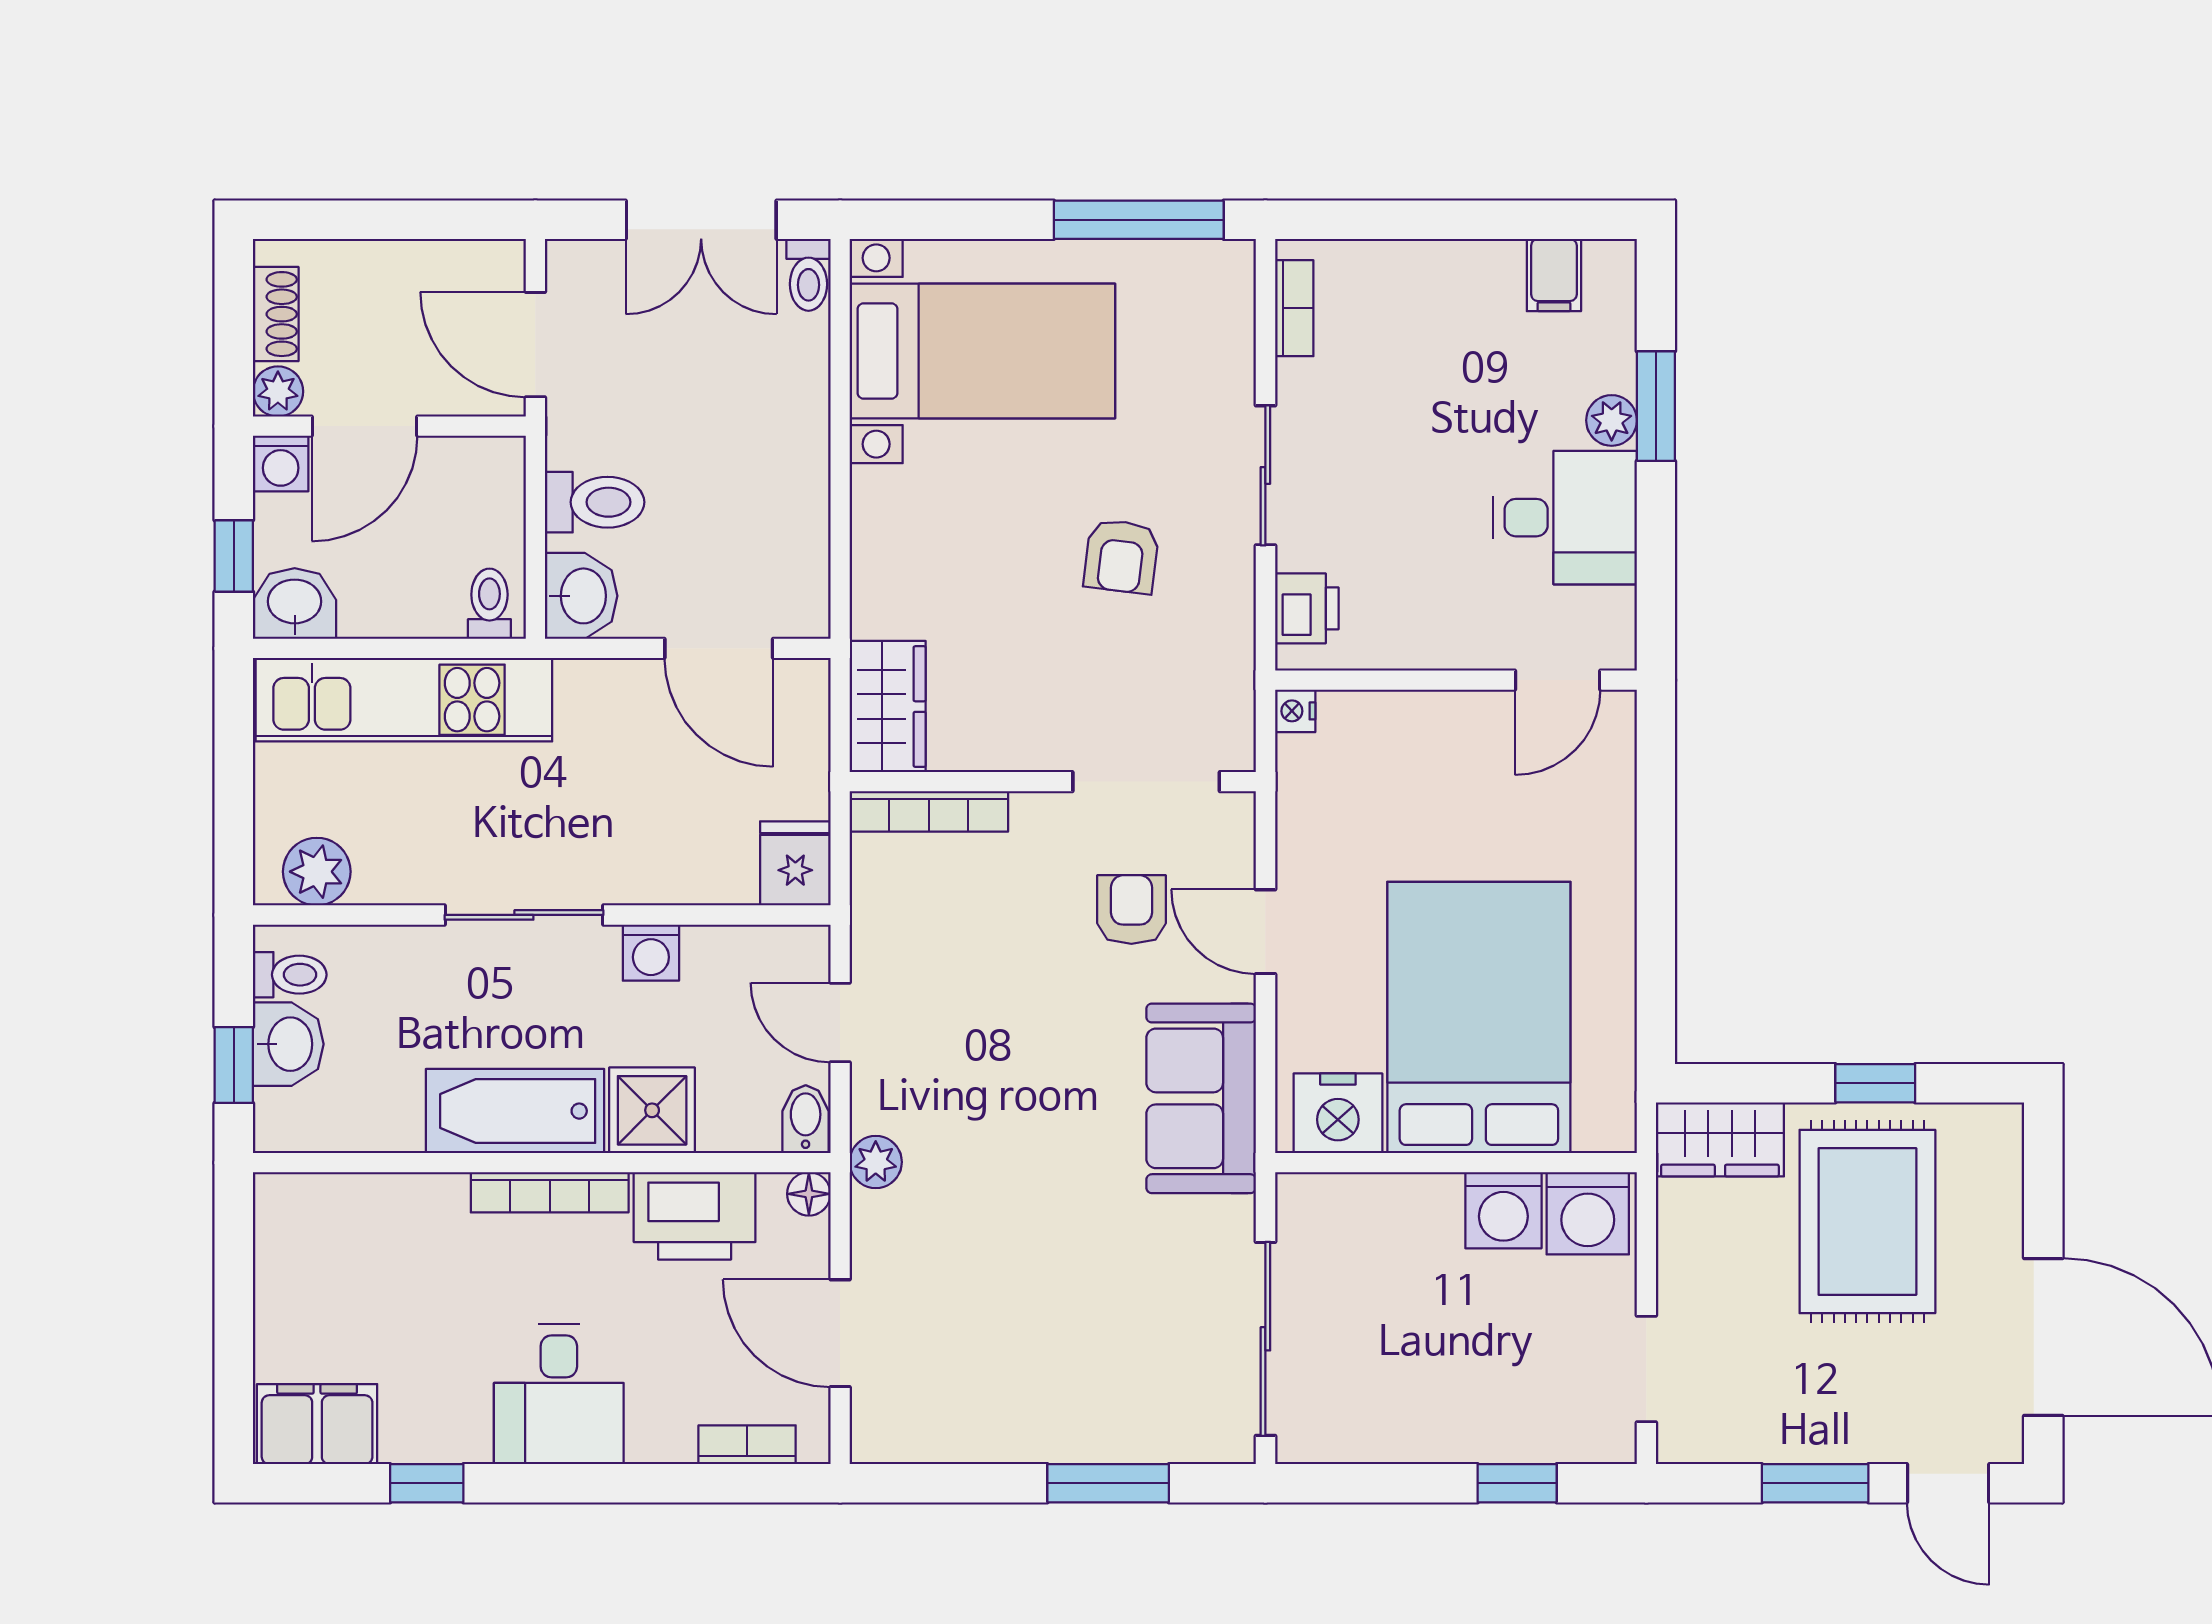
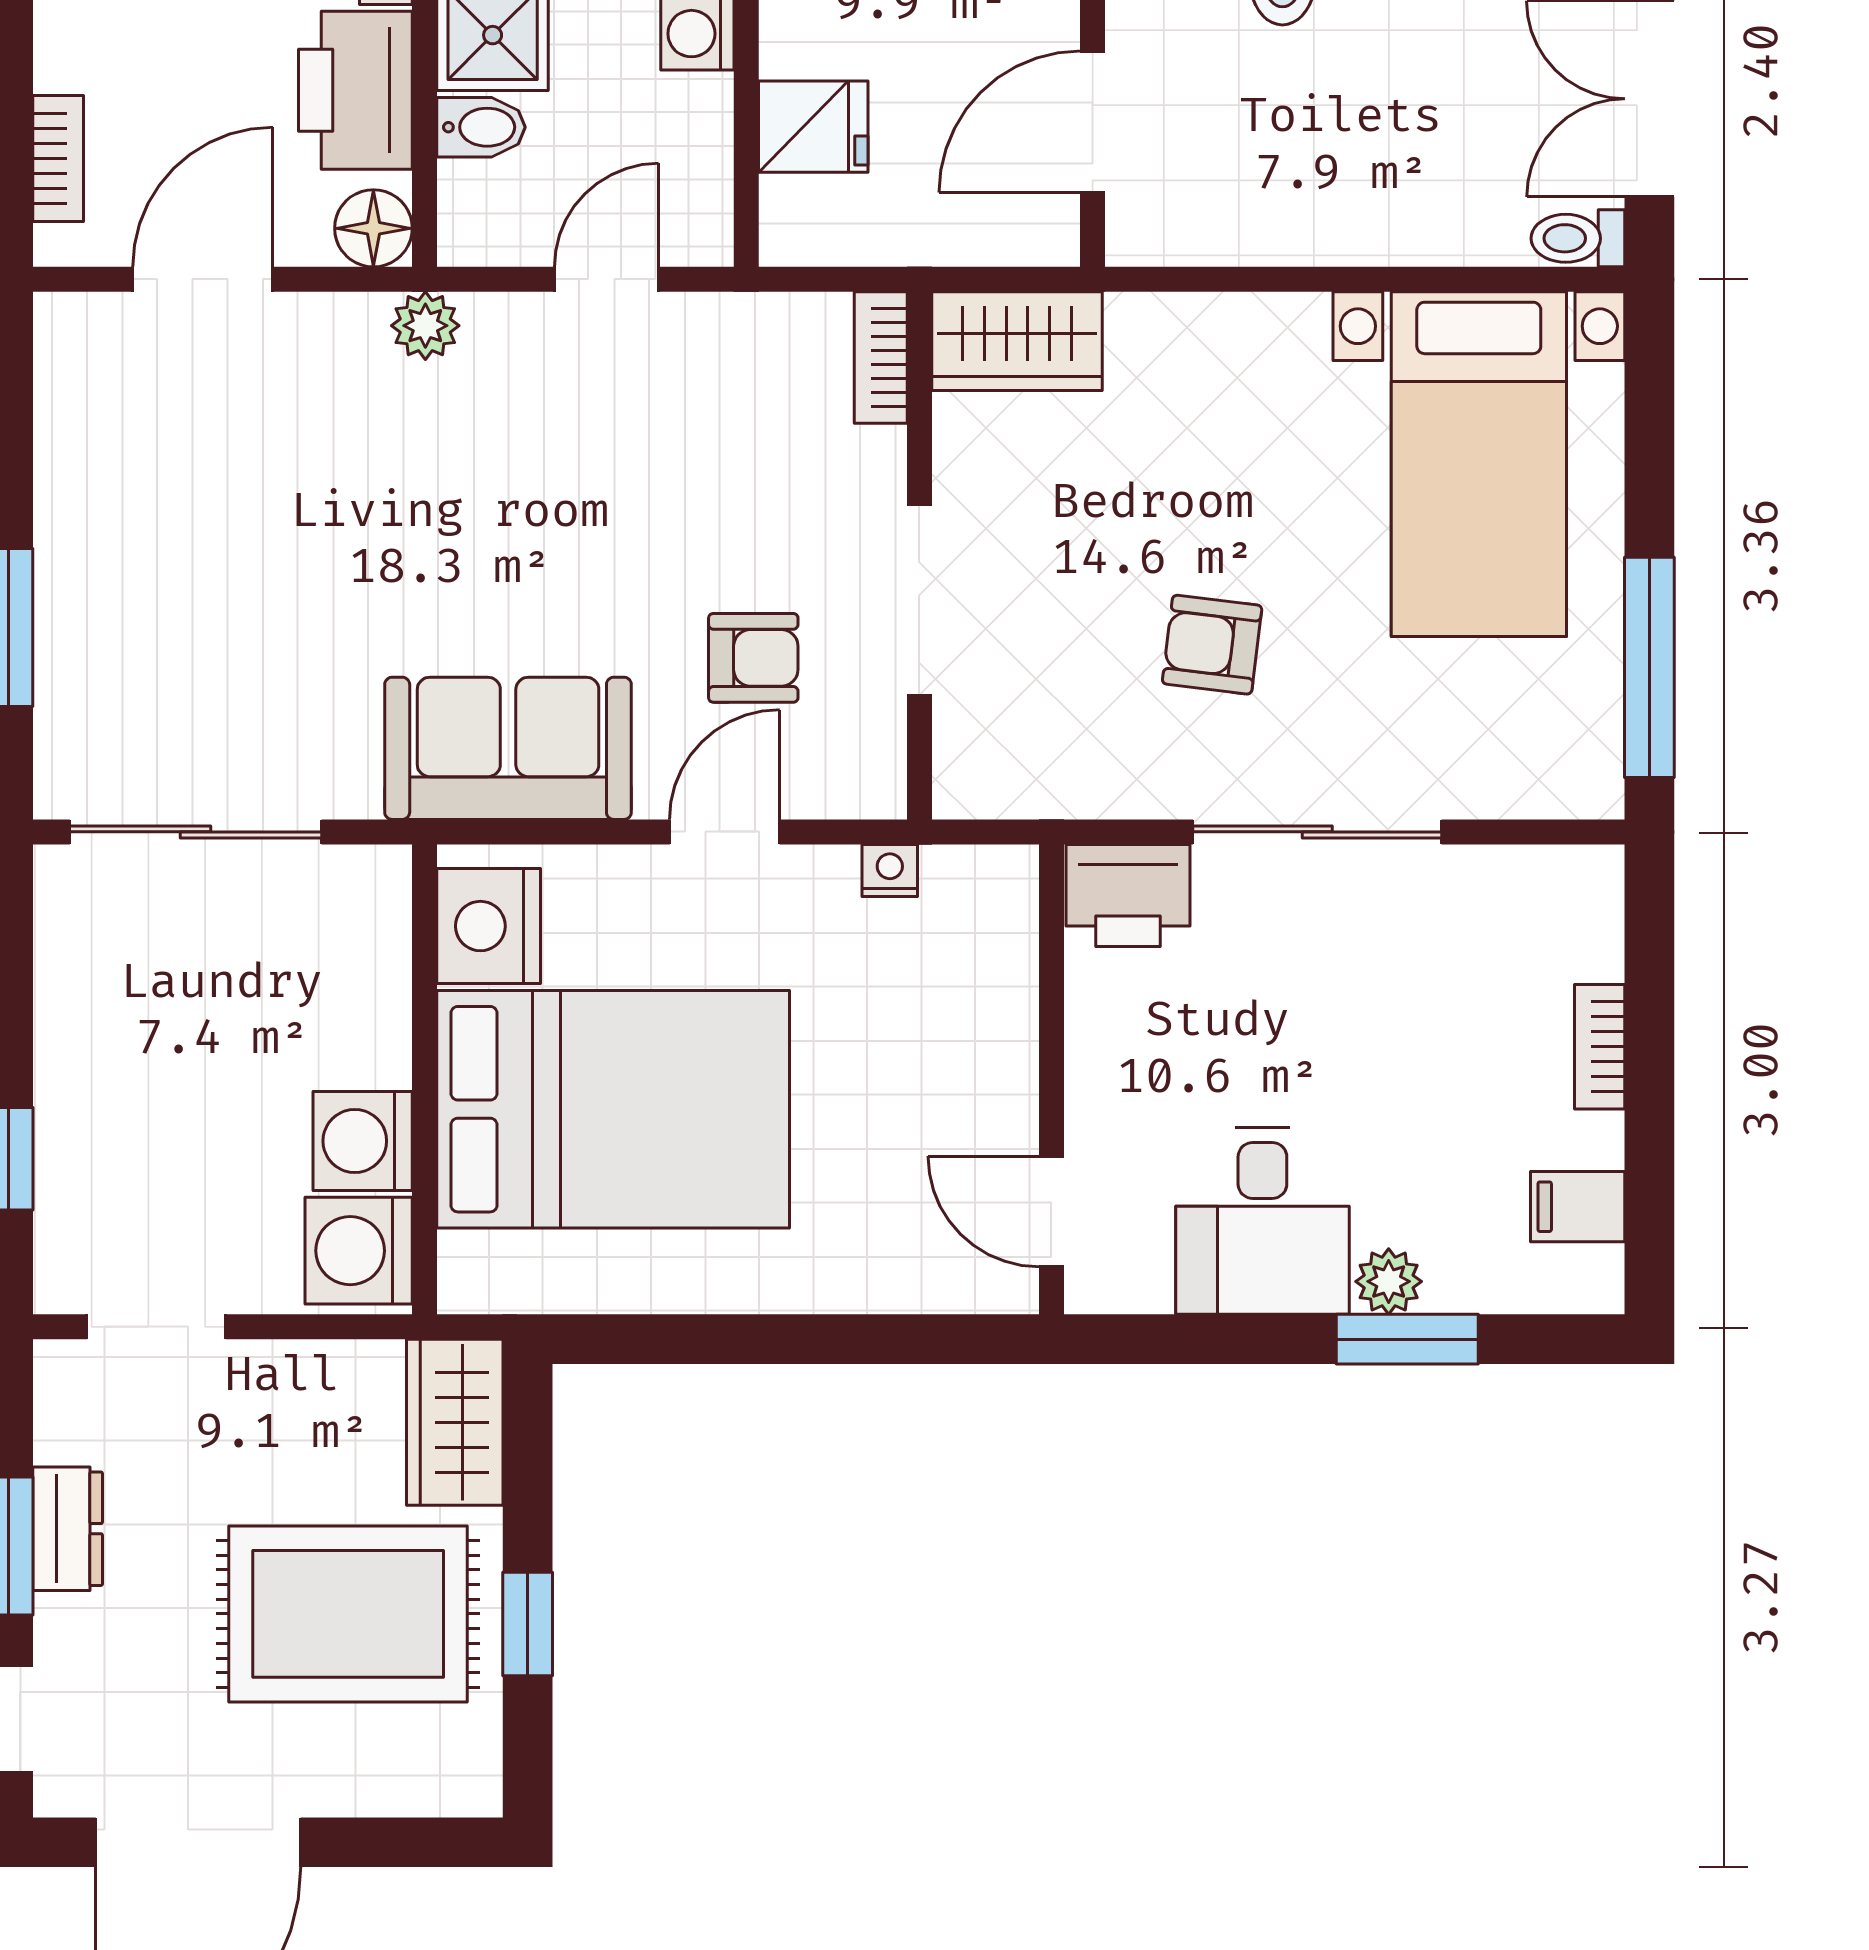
bookcase: (1294, 308) -> (1600, 1047), moved, turned 90
sliding door: (1265, 475) -> (1317, 832), width x1.37
printer: (1307, 608) -> (1128, 895), width x1.36, depth x1.24
nightstand: (1295, 711) -> (890, 870), moved
doorway: (1146, 782) -> (919, 600), moved
bookcase: (929, 811) -> (881, 358), width x0.64
fridge: (795, 863) -> (813, 127), moved
bidet: (806, 1119) -> (481, 127), moved
floor lamp: (809, 1194) -> (373, 228), width x1.37, depth x1.37
dresser: (1802, 1437) -> (68, 1529), added

